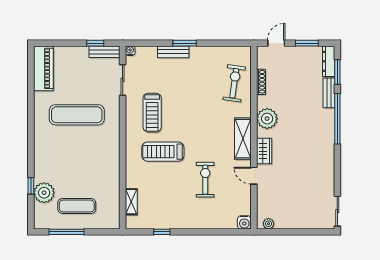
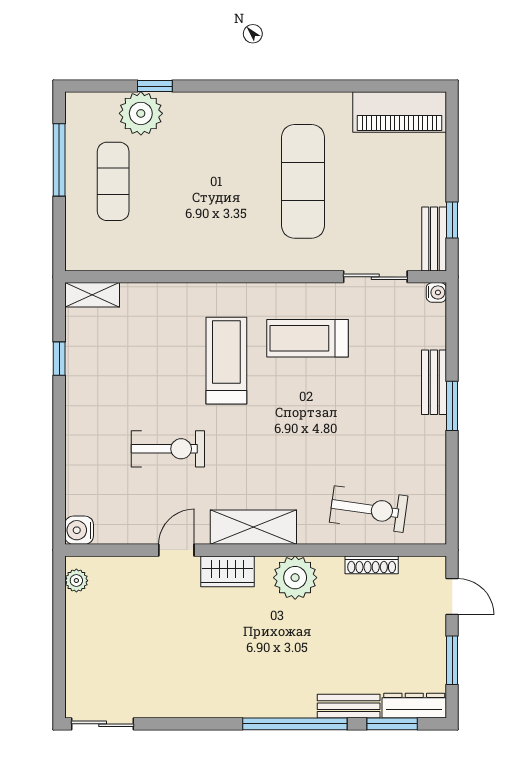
shelving: (131, 202) -> (92, 295), moved

